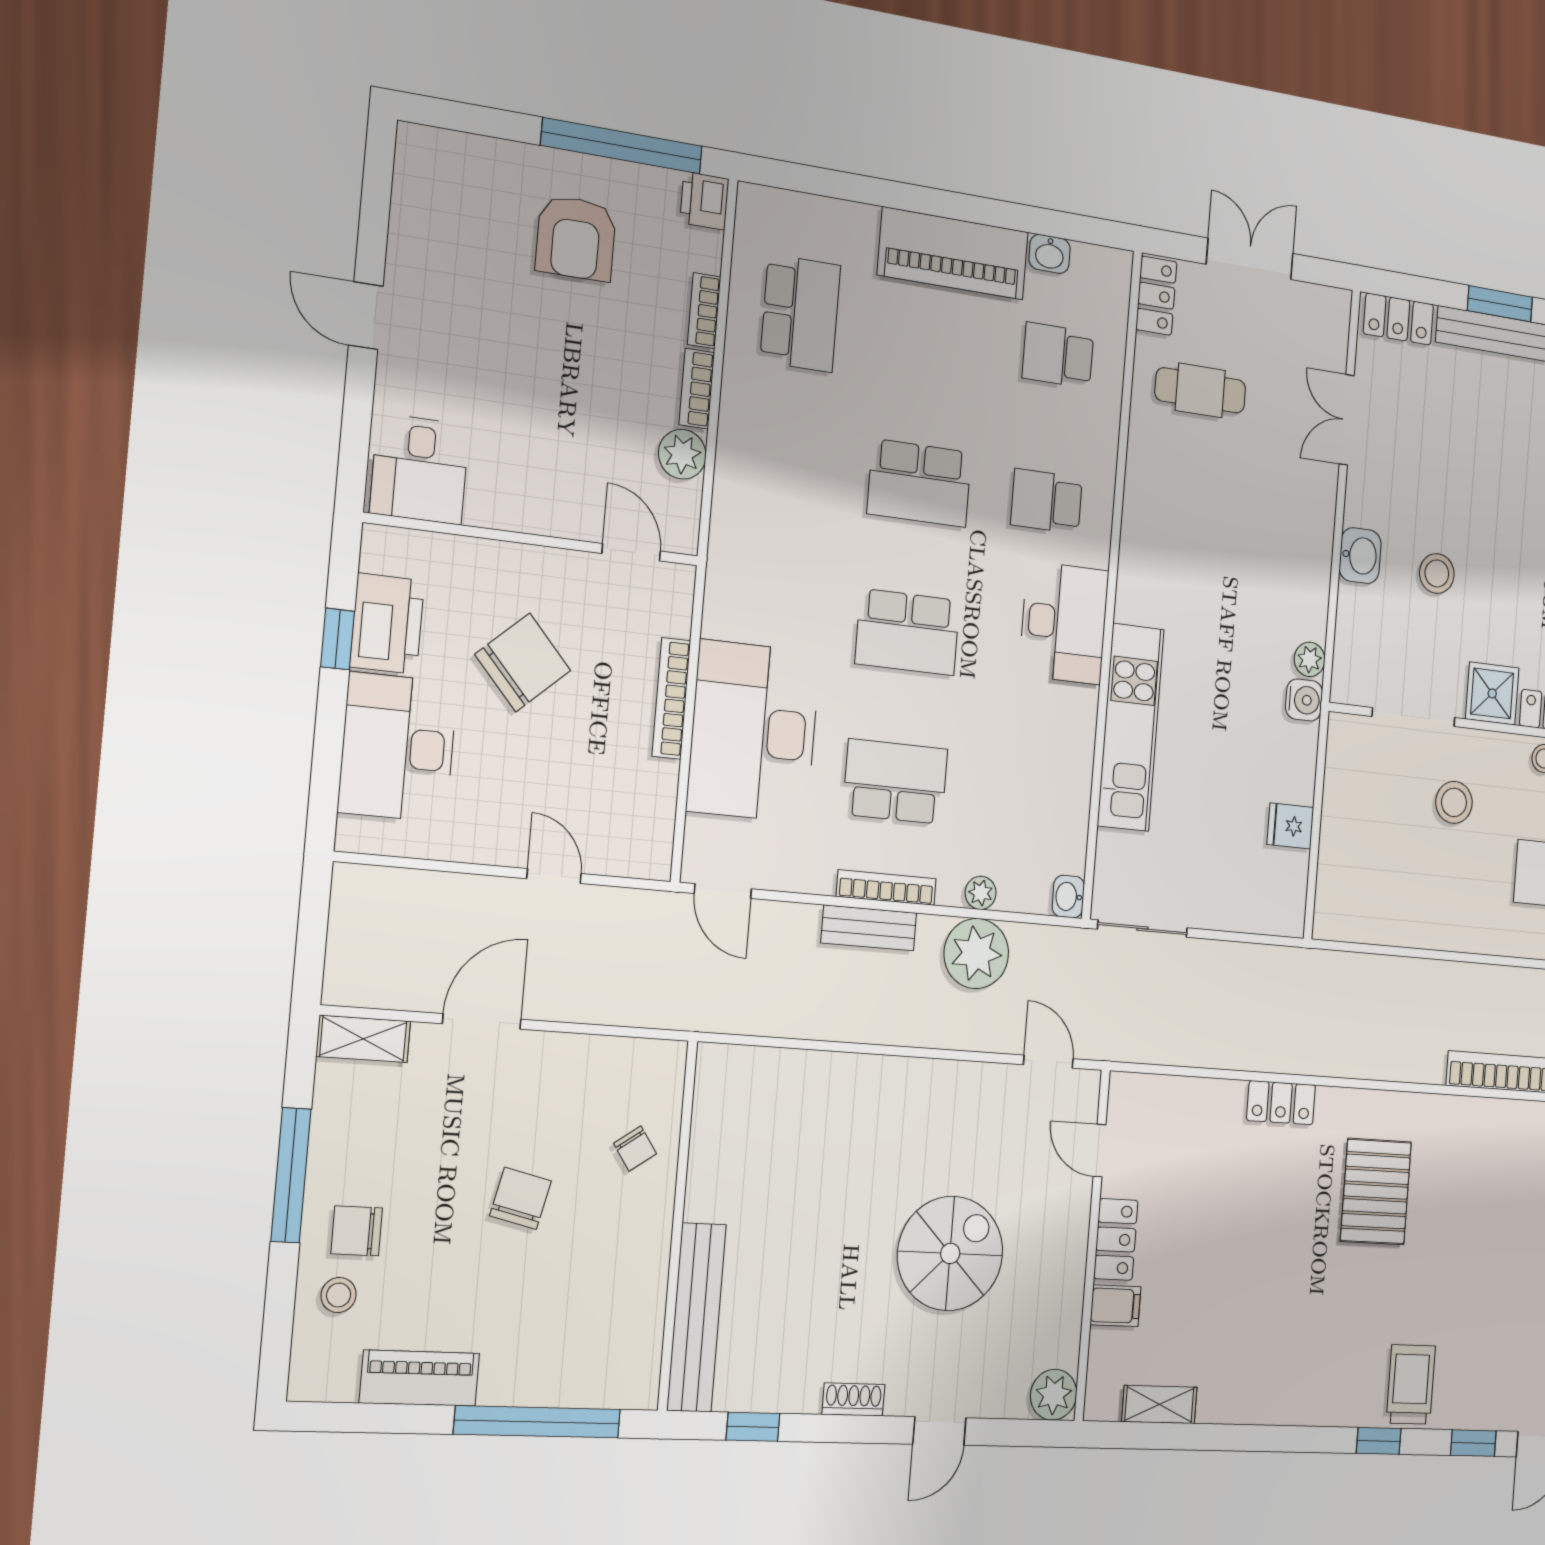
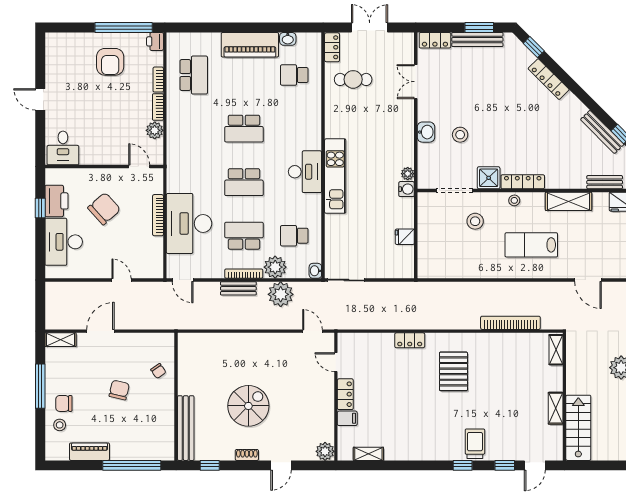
school desk: (1046, 501) -> (294, 236), moved
kitchen unit: (1131, 727) -> (335, 176), moved
plant: (981, 893) -> (275, 267), width x1.87, depth x1.87
spiral stairs: (950, 1253) -> (248, 406), moved

